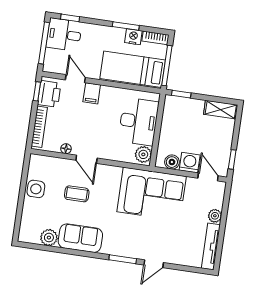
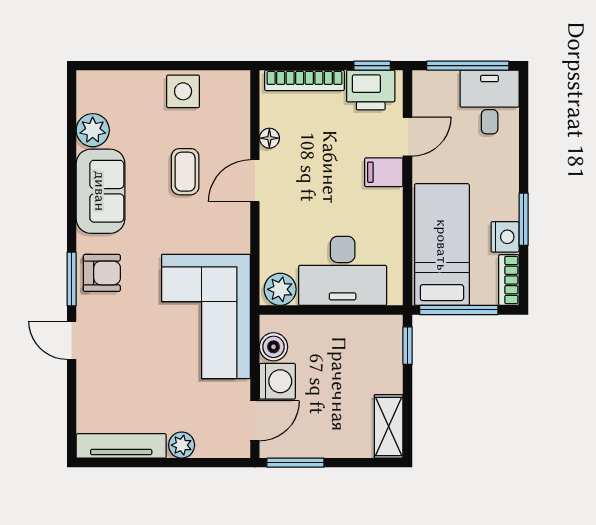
window: (70, 18) -> (524, 109), removed
window: (232, 159) -> (295, 463), width x1.50
armchair: (122, 243) -> (102, 273), added

